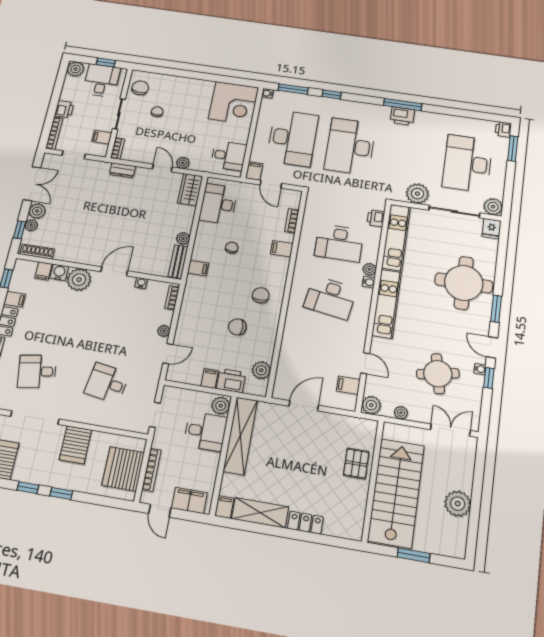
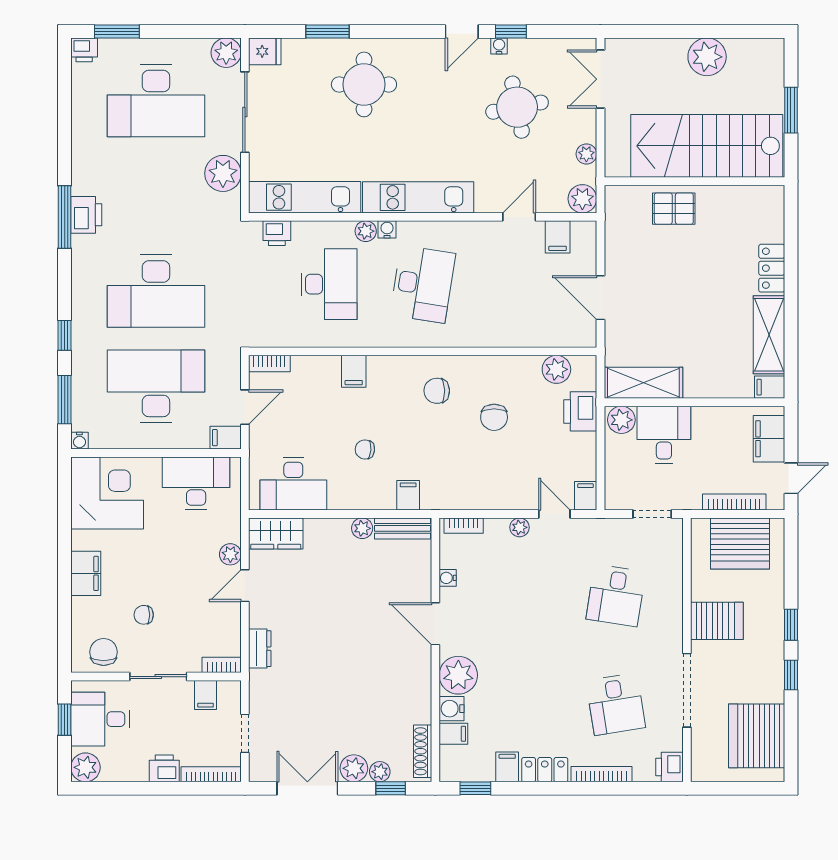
filing cabinet: (188, 85) -> (86, 573), added
chair: (140, 88) -> (104, 652), turned 84
desk: (229, 156) -> (196, 483), width x1.37
bookcase: (292, 221) -> (269, 364), moved
round table: (464, 283) -> (364, 84), width x0.73, depth x0.73
window: (496, 309) -> (327, 31), moved
filing cabinet: (210, 378) -> (585, 496), moved, turned 90
shelving: (240, 436) -> (643, 383), width x0.68

